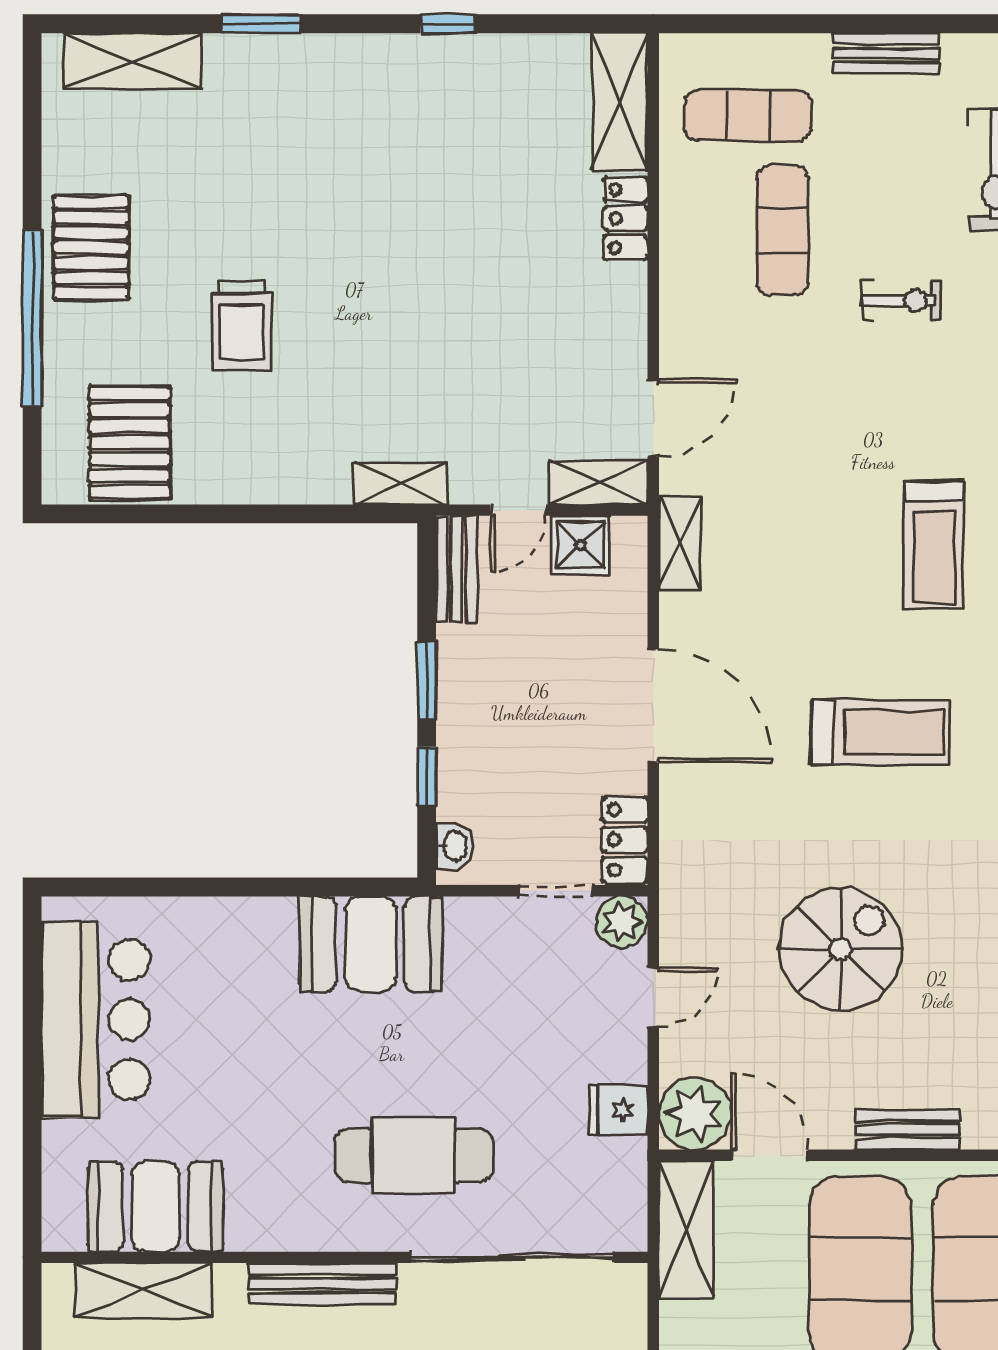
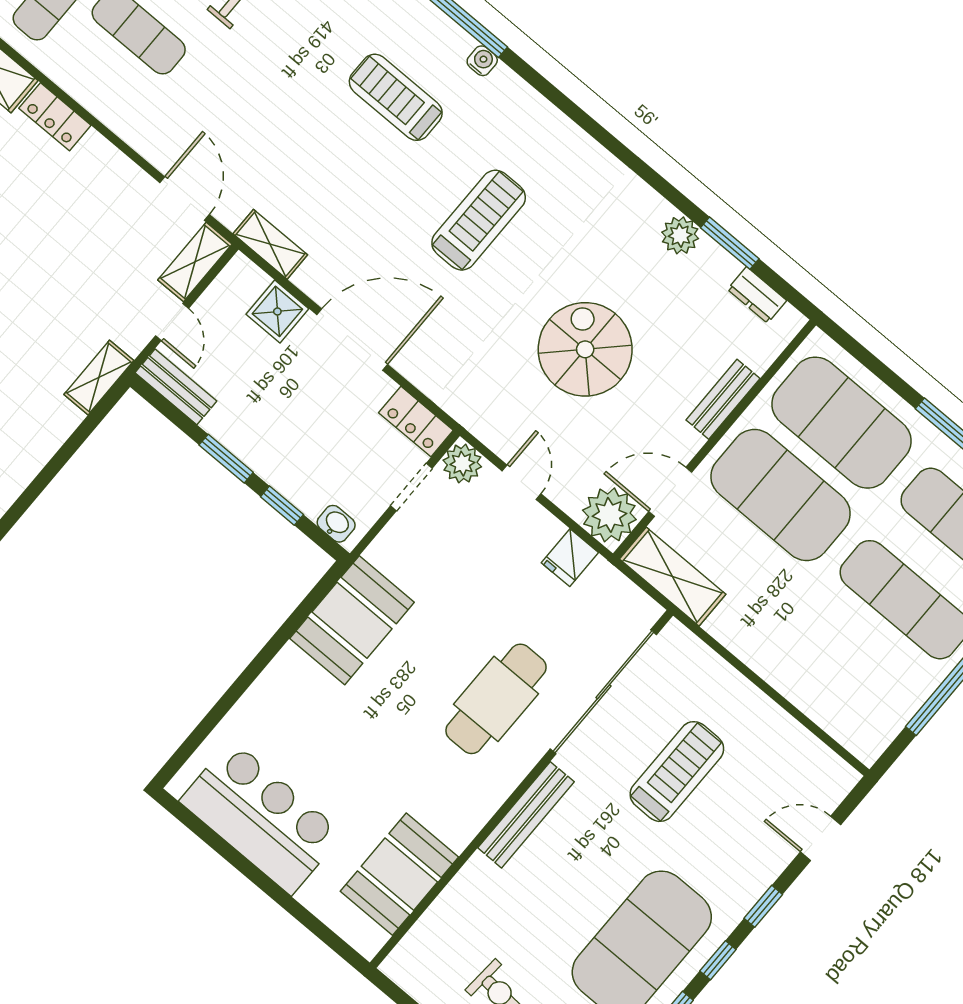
shower: (580, 545) -> (277, 311), moved
treadmill: (934, 545) -> (396, 97), turned 180
shelving: (144, 1290) -> (442, 922), removed

